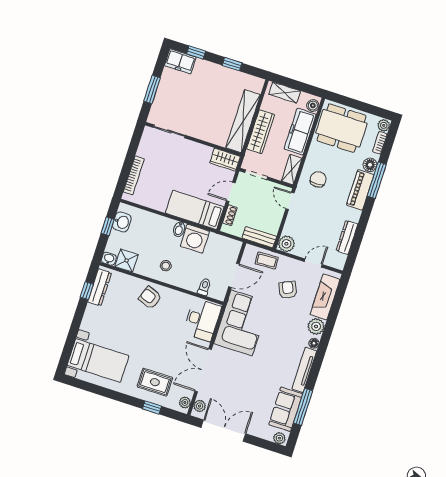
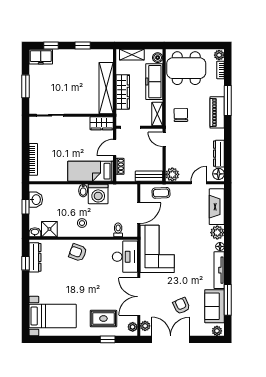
floor lamp: (370, 165) -> (218, 174), moved
armchair: (288, 290) -> (181, 306), moved

